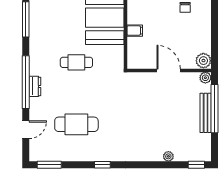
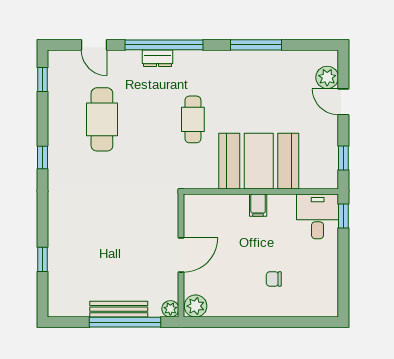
filing cabinet: (135, 31) -> (258, 205), moved
plant: (168, 156) -> (55, 254), removed
window: (49, 165) -> (42, 80), width x0.67
window: (196, 165) -> (42, 259), moved

